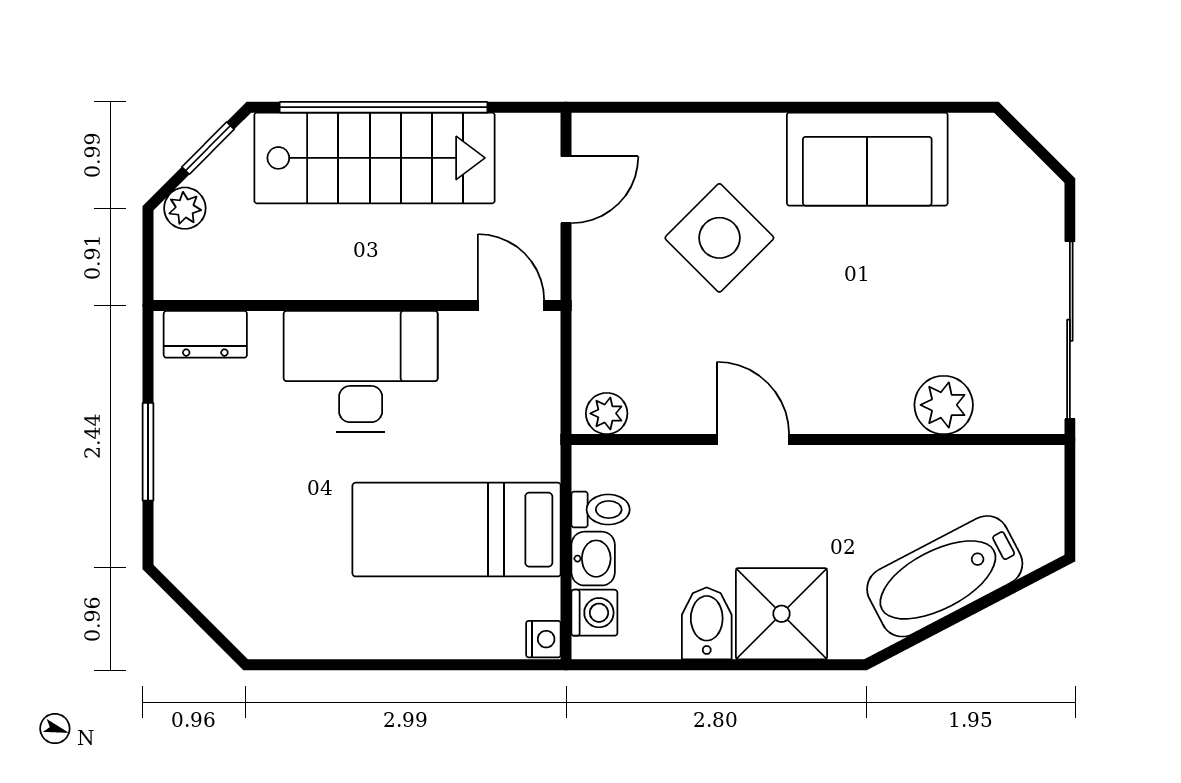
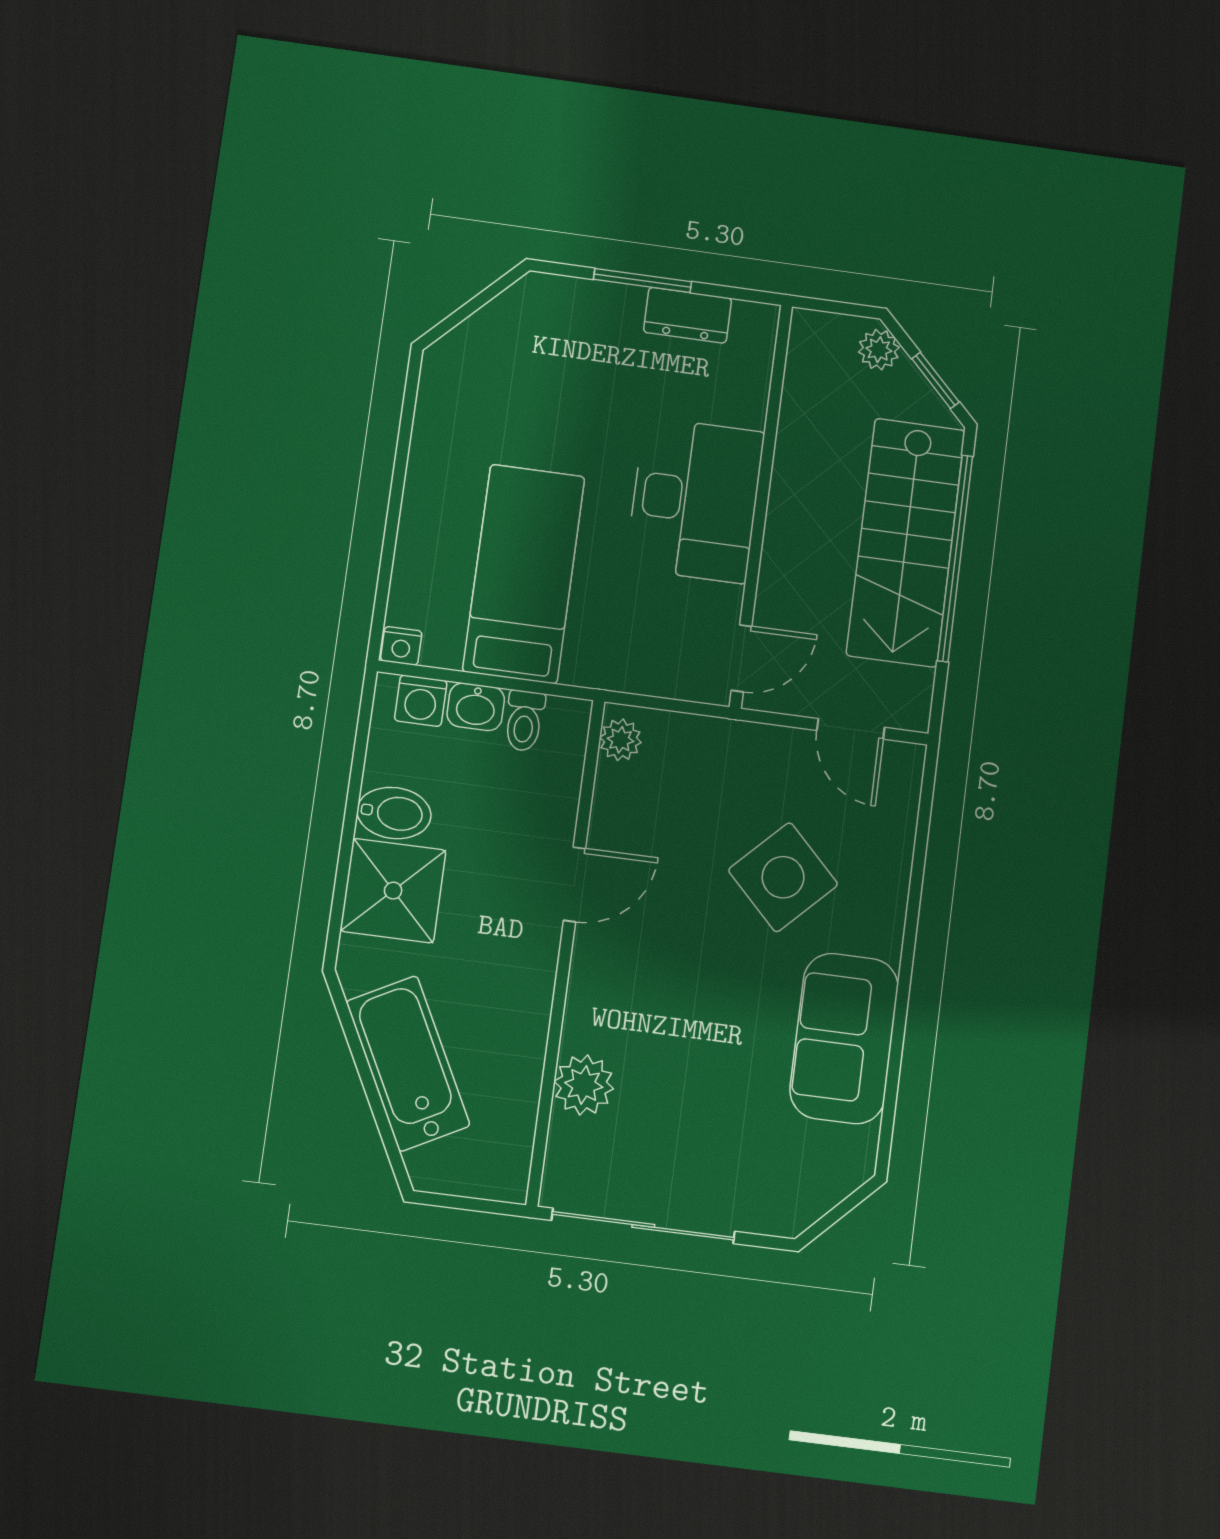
dresser: (205, 334) -> (688, 315), moved, turned -90

